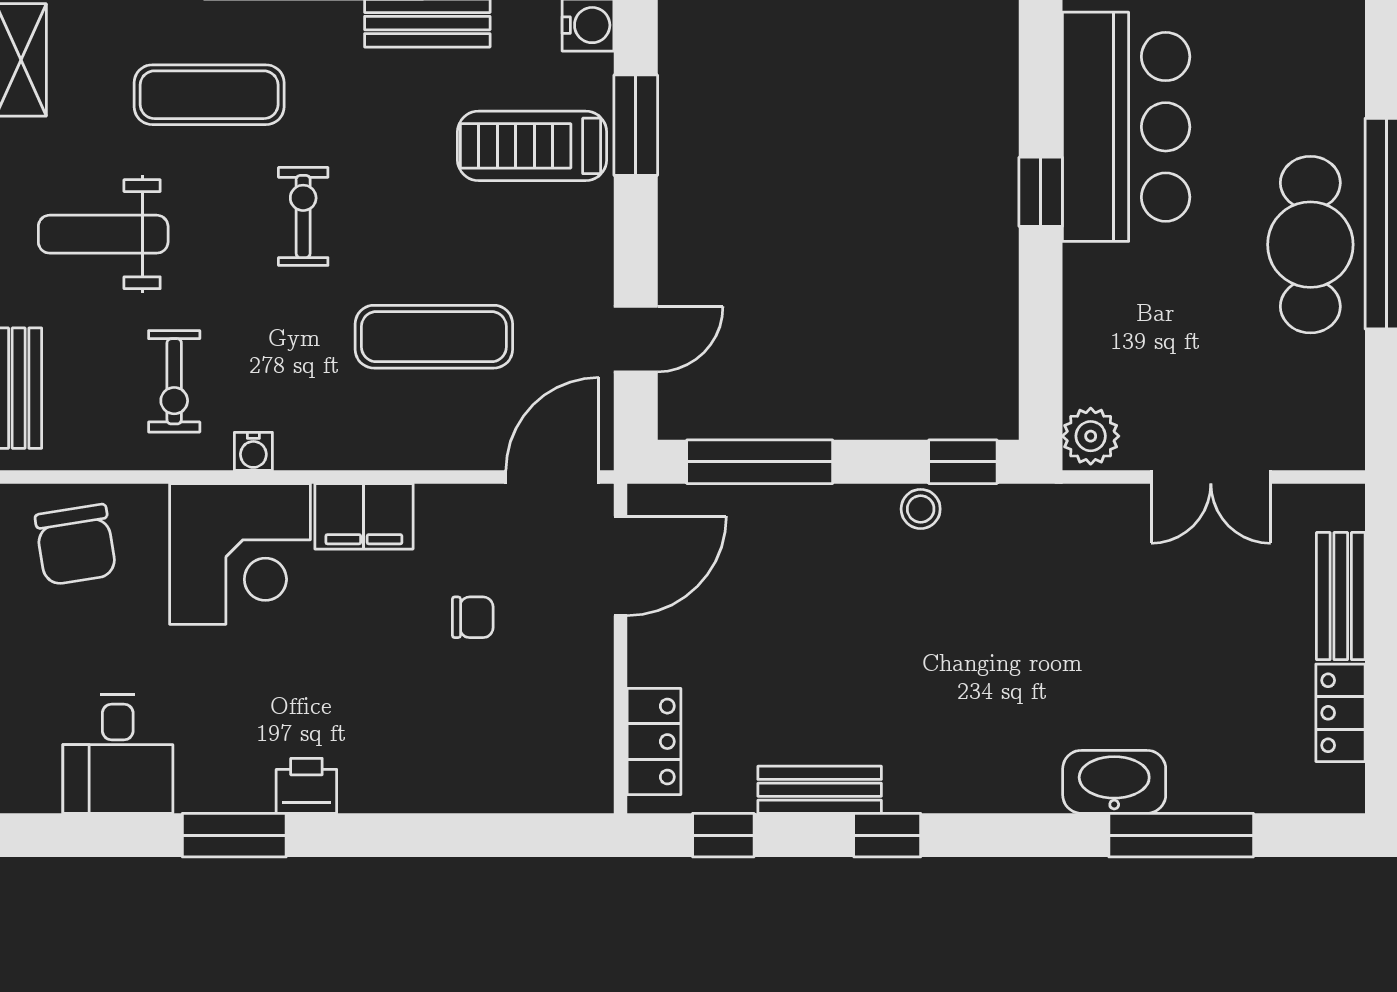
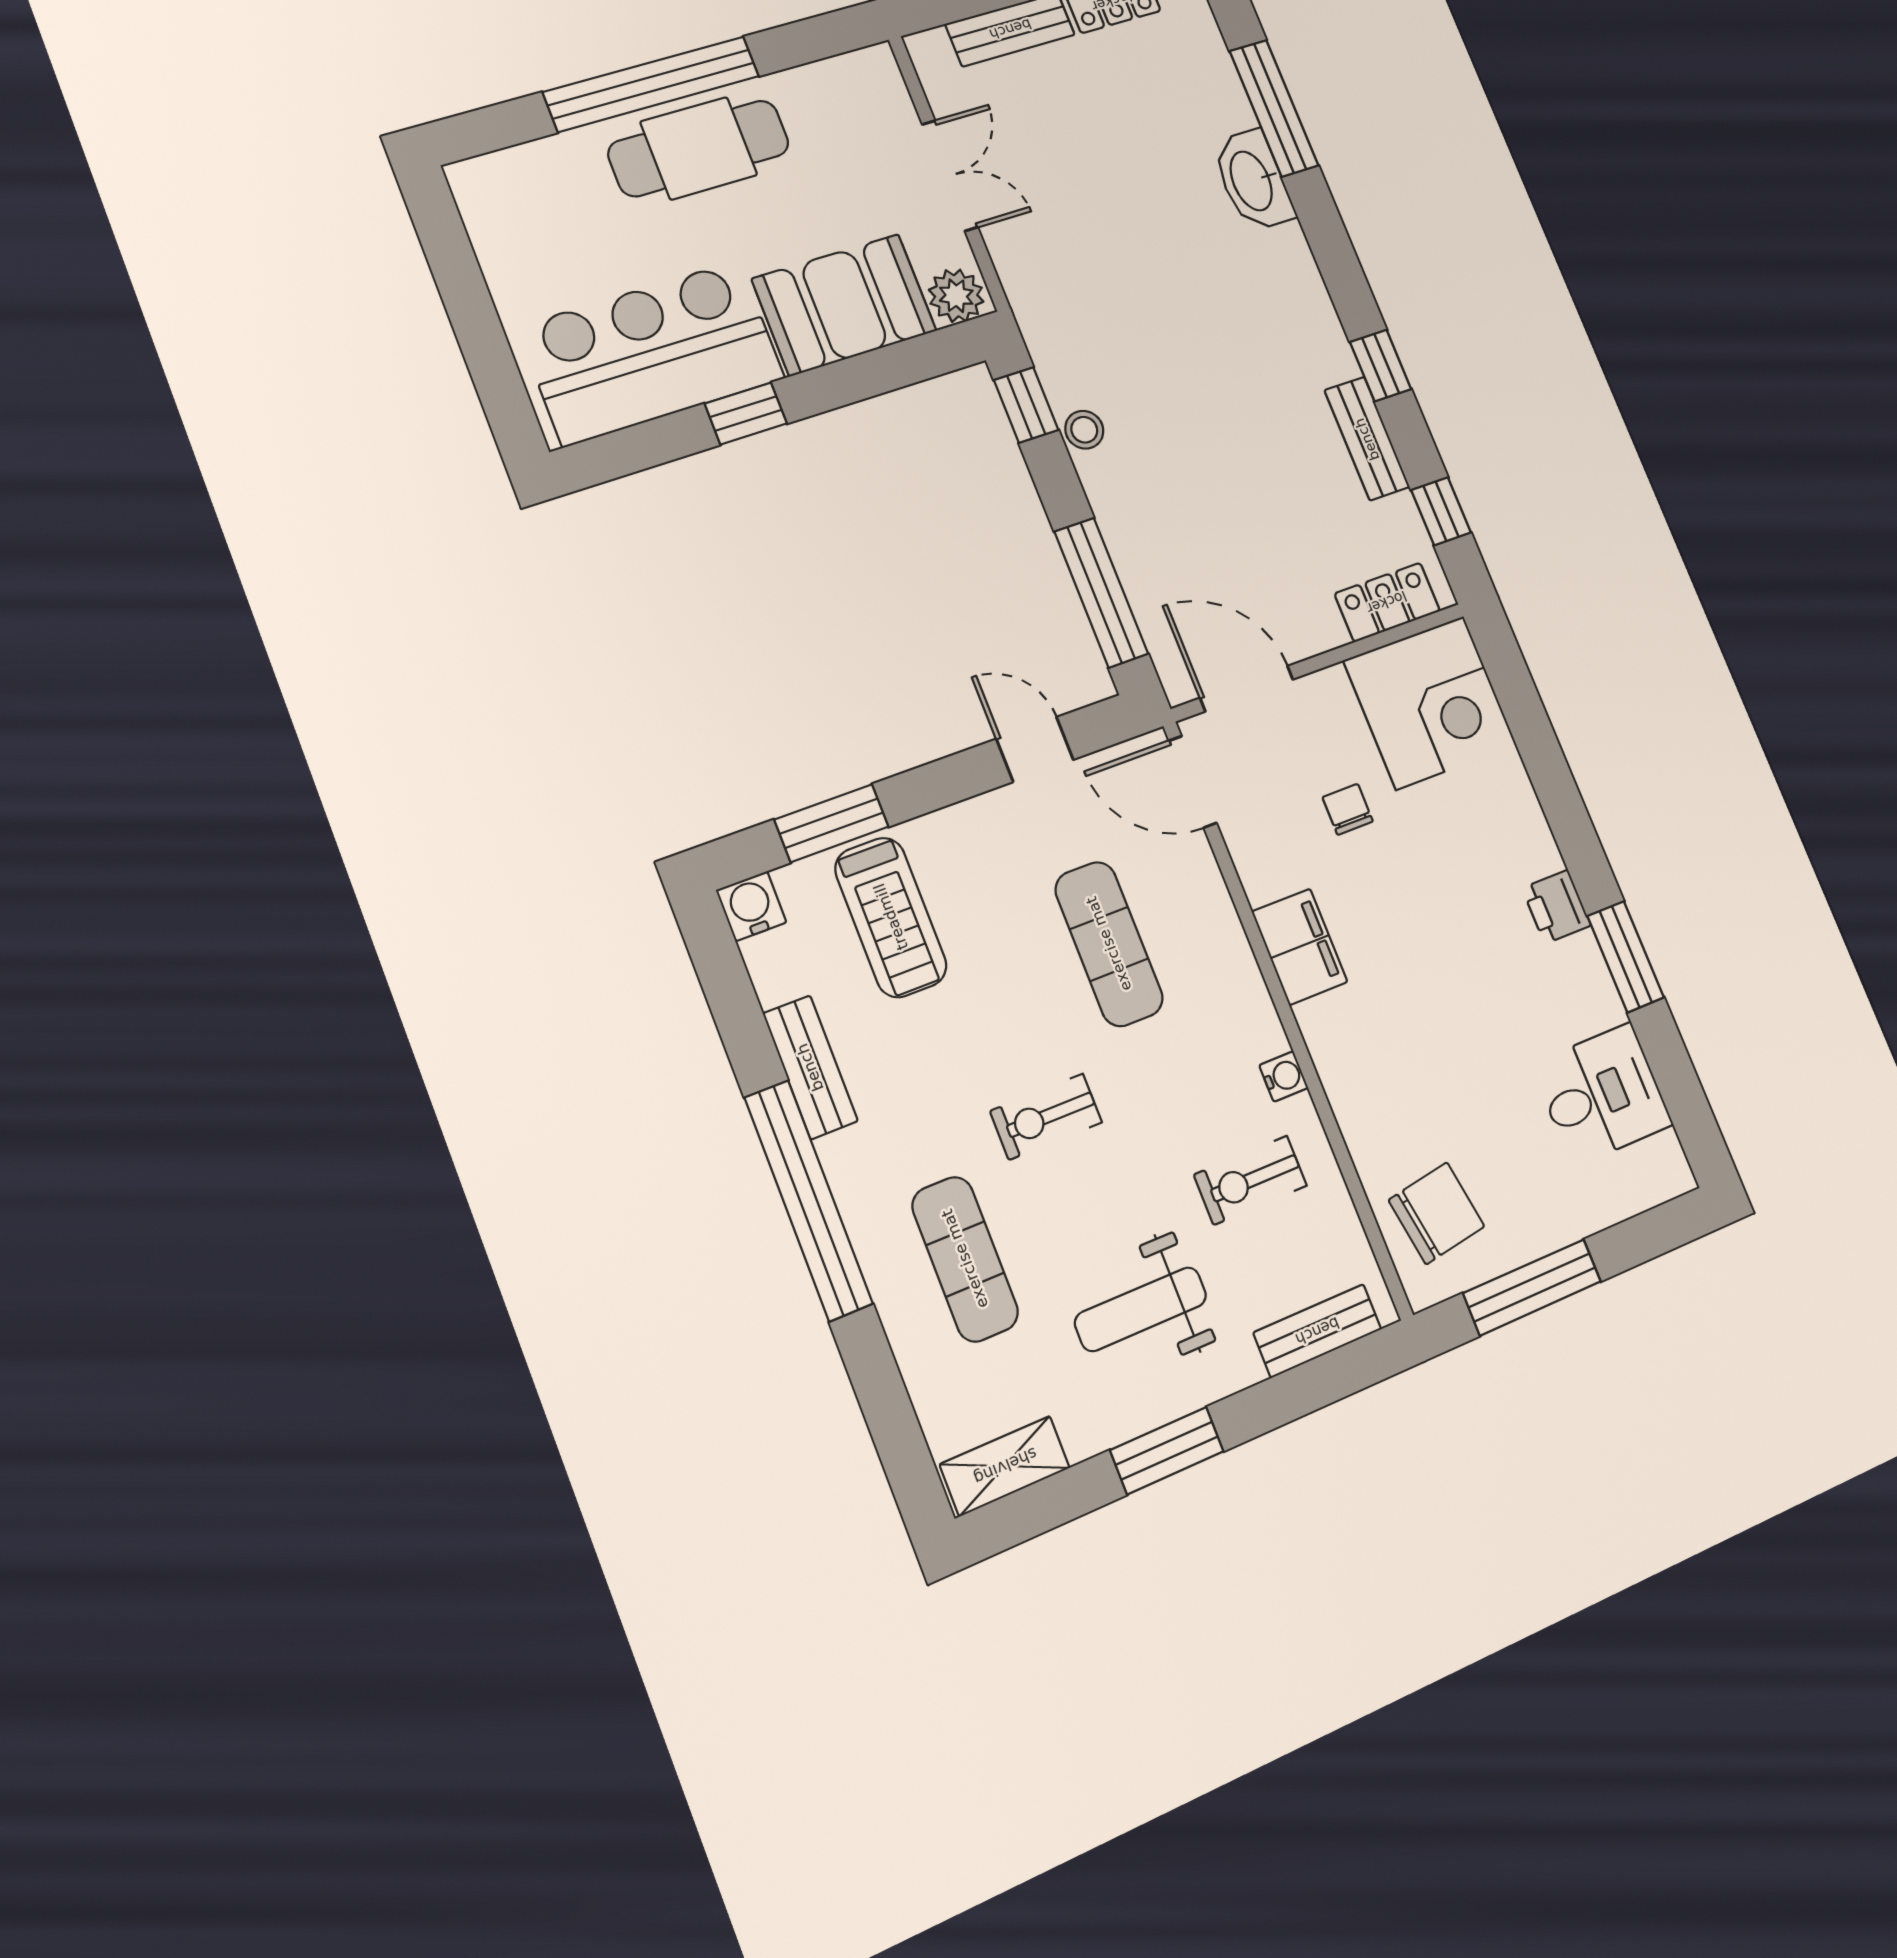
weight bench: (103, 234) -> (1141, 1309), turned 90
booth: (1115, 325) -> (844, 305), added
exercise bike: (174, 381) -> (1250, 1180), turned 180
corner desk: (240, 554) -> (1430, 703), moved, turned 90

